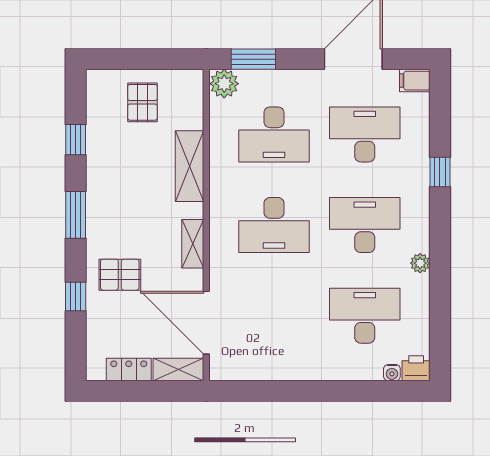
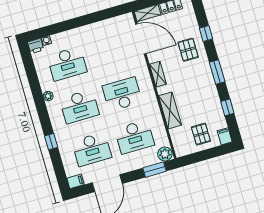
filing cabinet: (97, 85) -> (225, 136), added
desk: (274, 134) -> (135, 137), turned 180
pallet: (120, 275) -> (188, 50), turned 90

